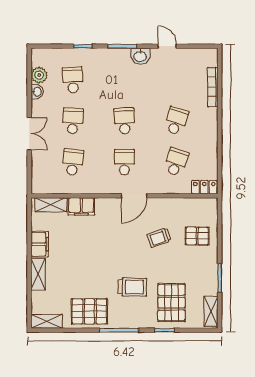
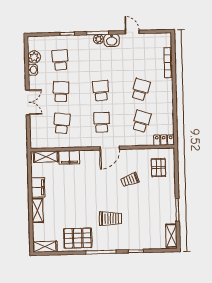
plant: (123, 54) -> (98, 39), added
pallet: (197, 236) -> (158, 168), moved, turned 90
pallet: (171, 303) -> (141, 230), removed

